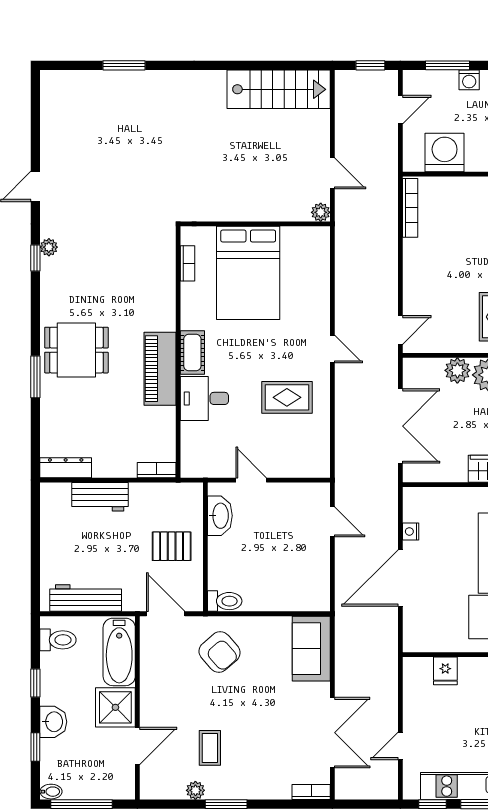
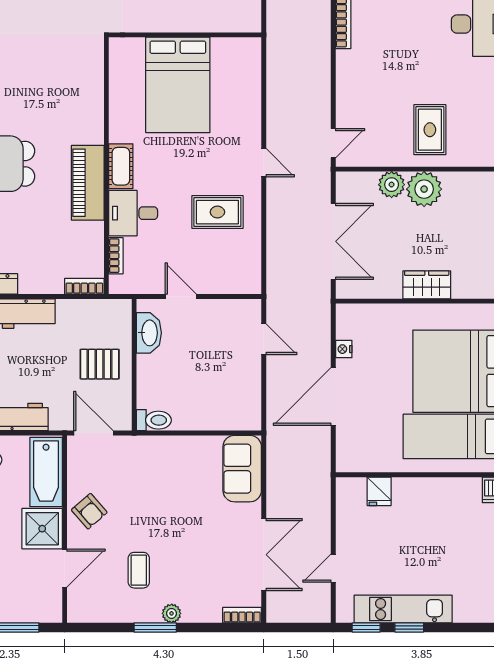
plant: (321, 212) -> (252, 23), removed
bookcase: (188, 263) -> (116, 256), moved
armchair: (220, 652) -> (89, 511), moved, width x0.72, depth x0.72
plant: (195, 790) -> (172, 613), moved

